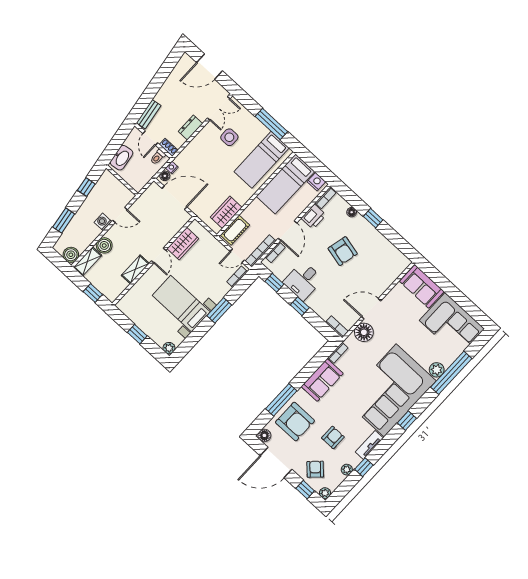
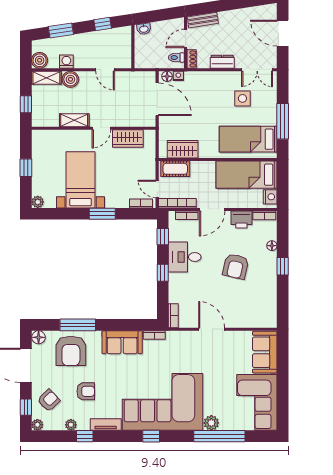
washbasin: (122, 158) -> (144, 29), width x0.52, depth x0.69
washing machine: (103, 222) -> (66, 62), moved
floor lamp: (364, 332) -> (188, 340), removed

